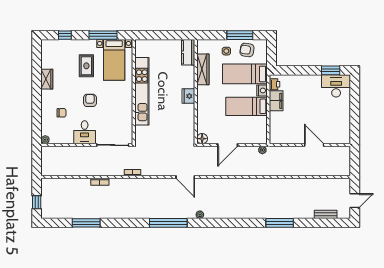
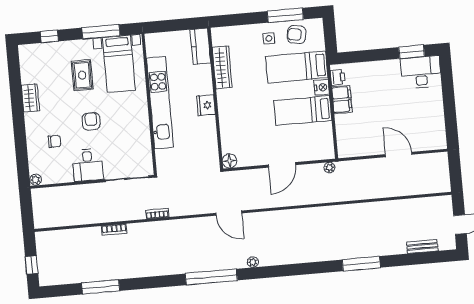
kitchen counter: (188, 52) -> (200, 46), moved
wardrobe: (203, 69) -> (222, 67), moved
wall: (196, 92) -> (215, 98), moved
fridge: (188, 96) -> (206, 105), moved
floor lamp: (202, 139) -> (230, 161), moved

